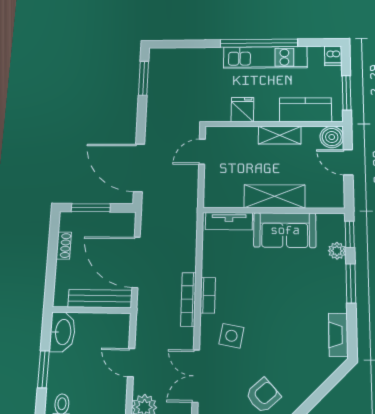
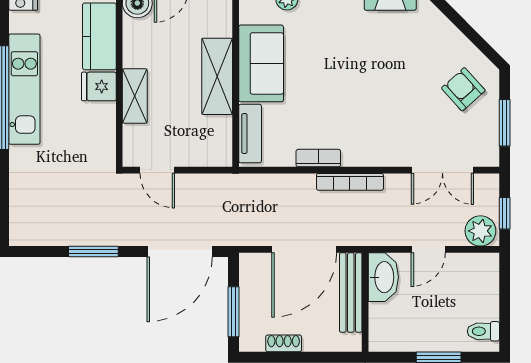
window: (144, 78) -> (93, 252), moved
fridge: (242, 110) -> (99, 86), moved
shelving: (280, 135) -> (135, 96), moved
bookcase: (208, 295) -> (318, 158), moved
washbasin: (62, 332) -> (383, 277), moved, turned 90
side table: (231, 336) -> (394, 128), removed

